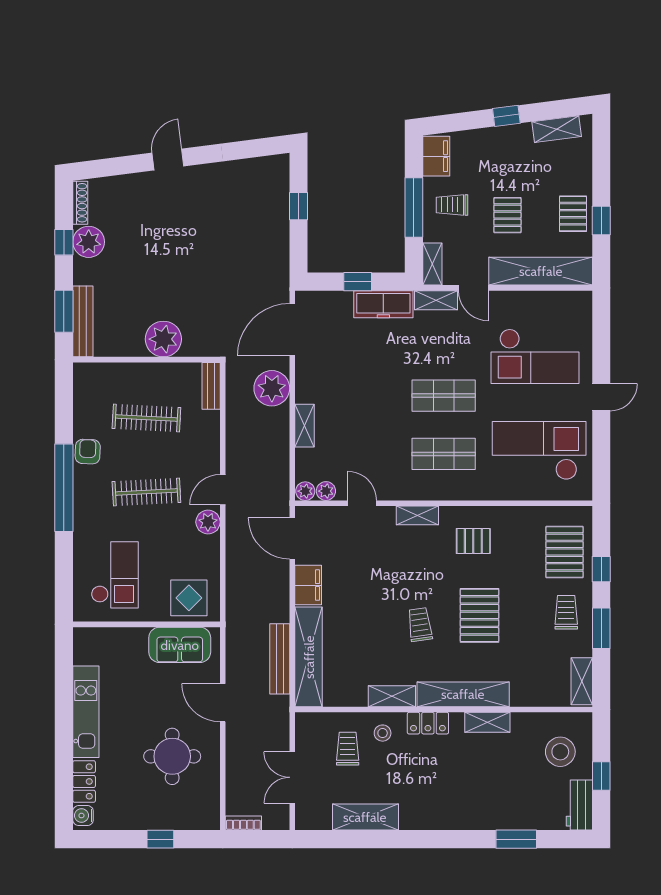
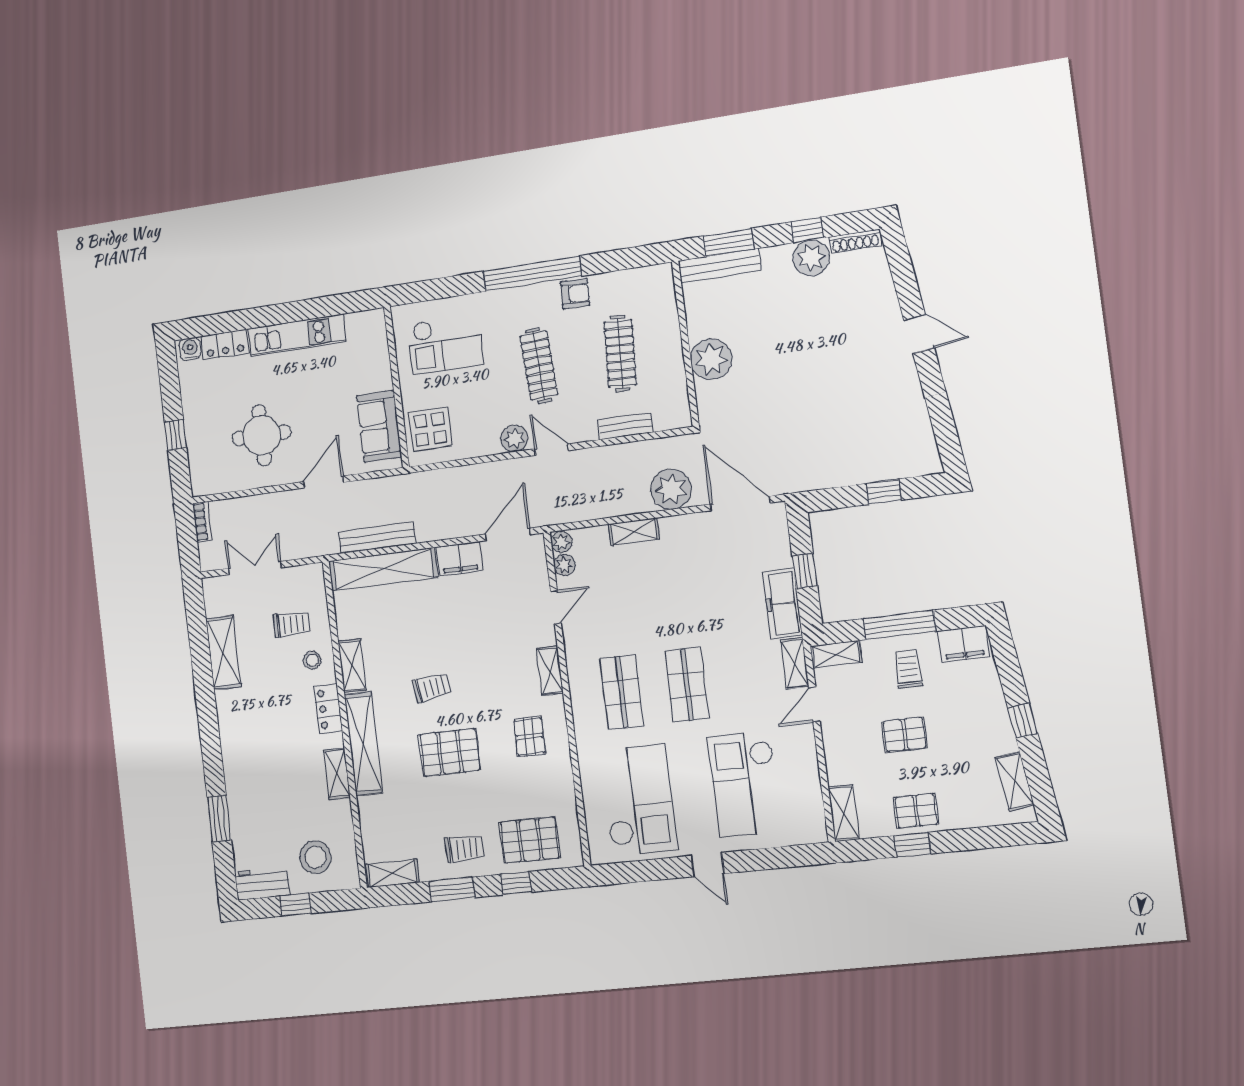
shelving: (541, 271) -> (844, 813), width x0.45, depth x0.75
bench: (211, 386) -> (625, 426), moved

